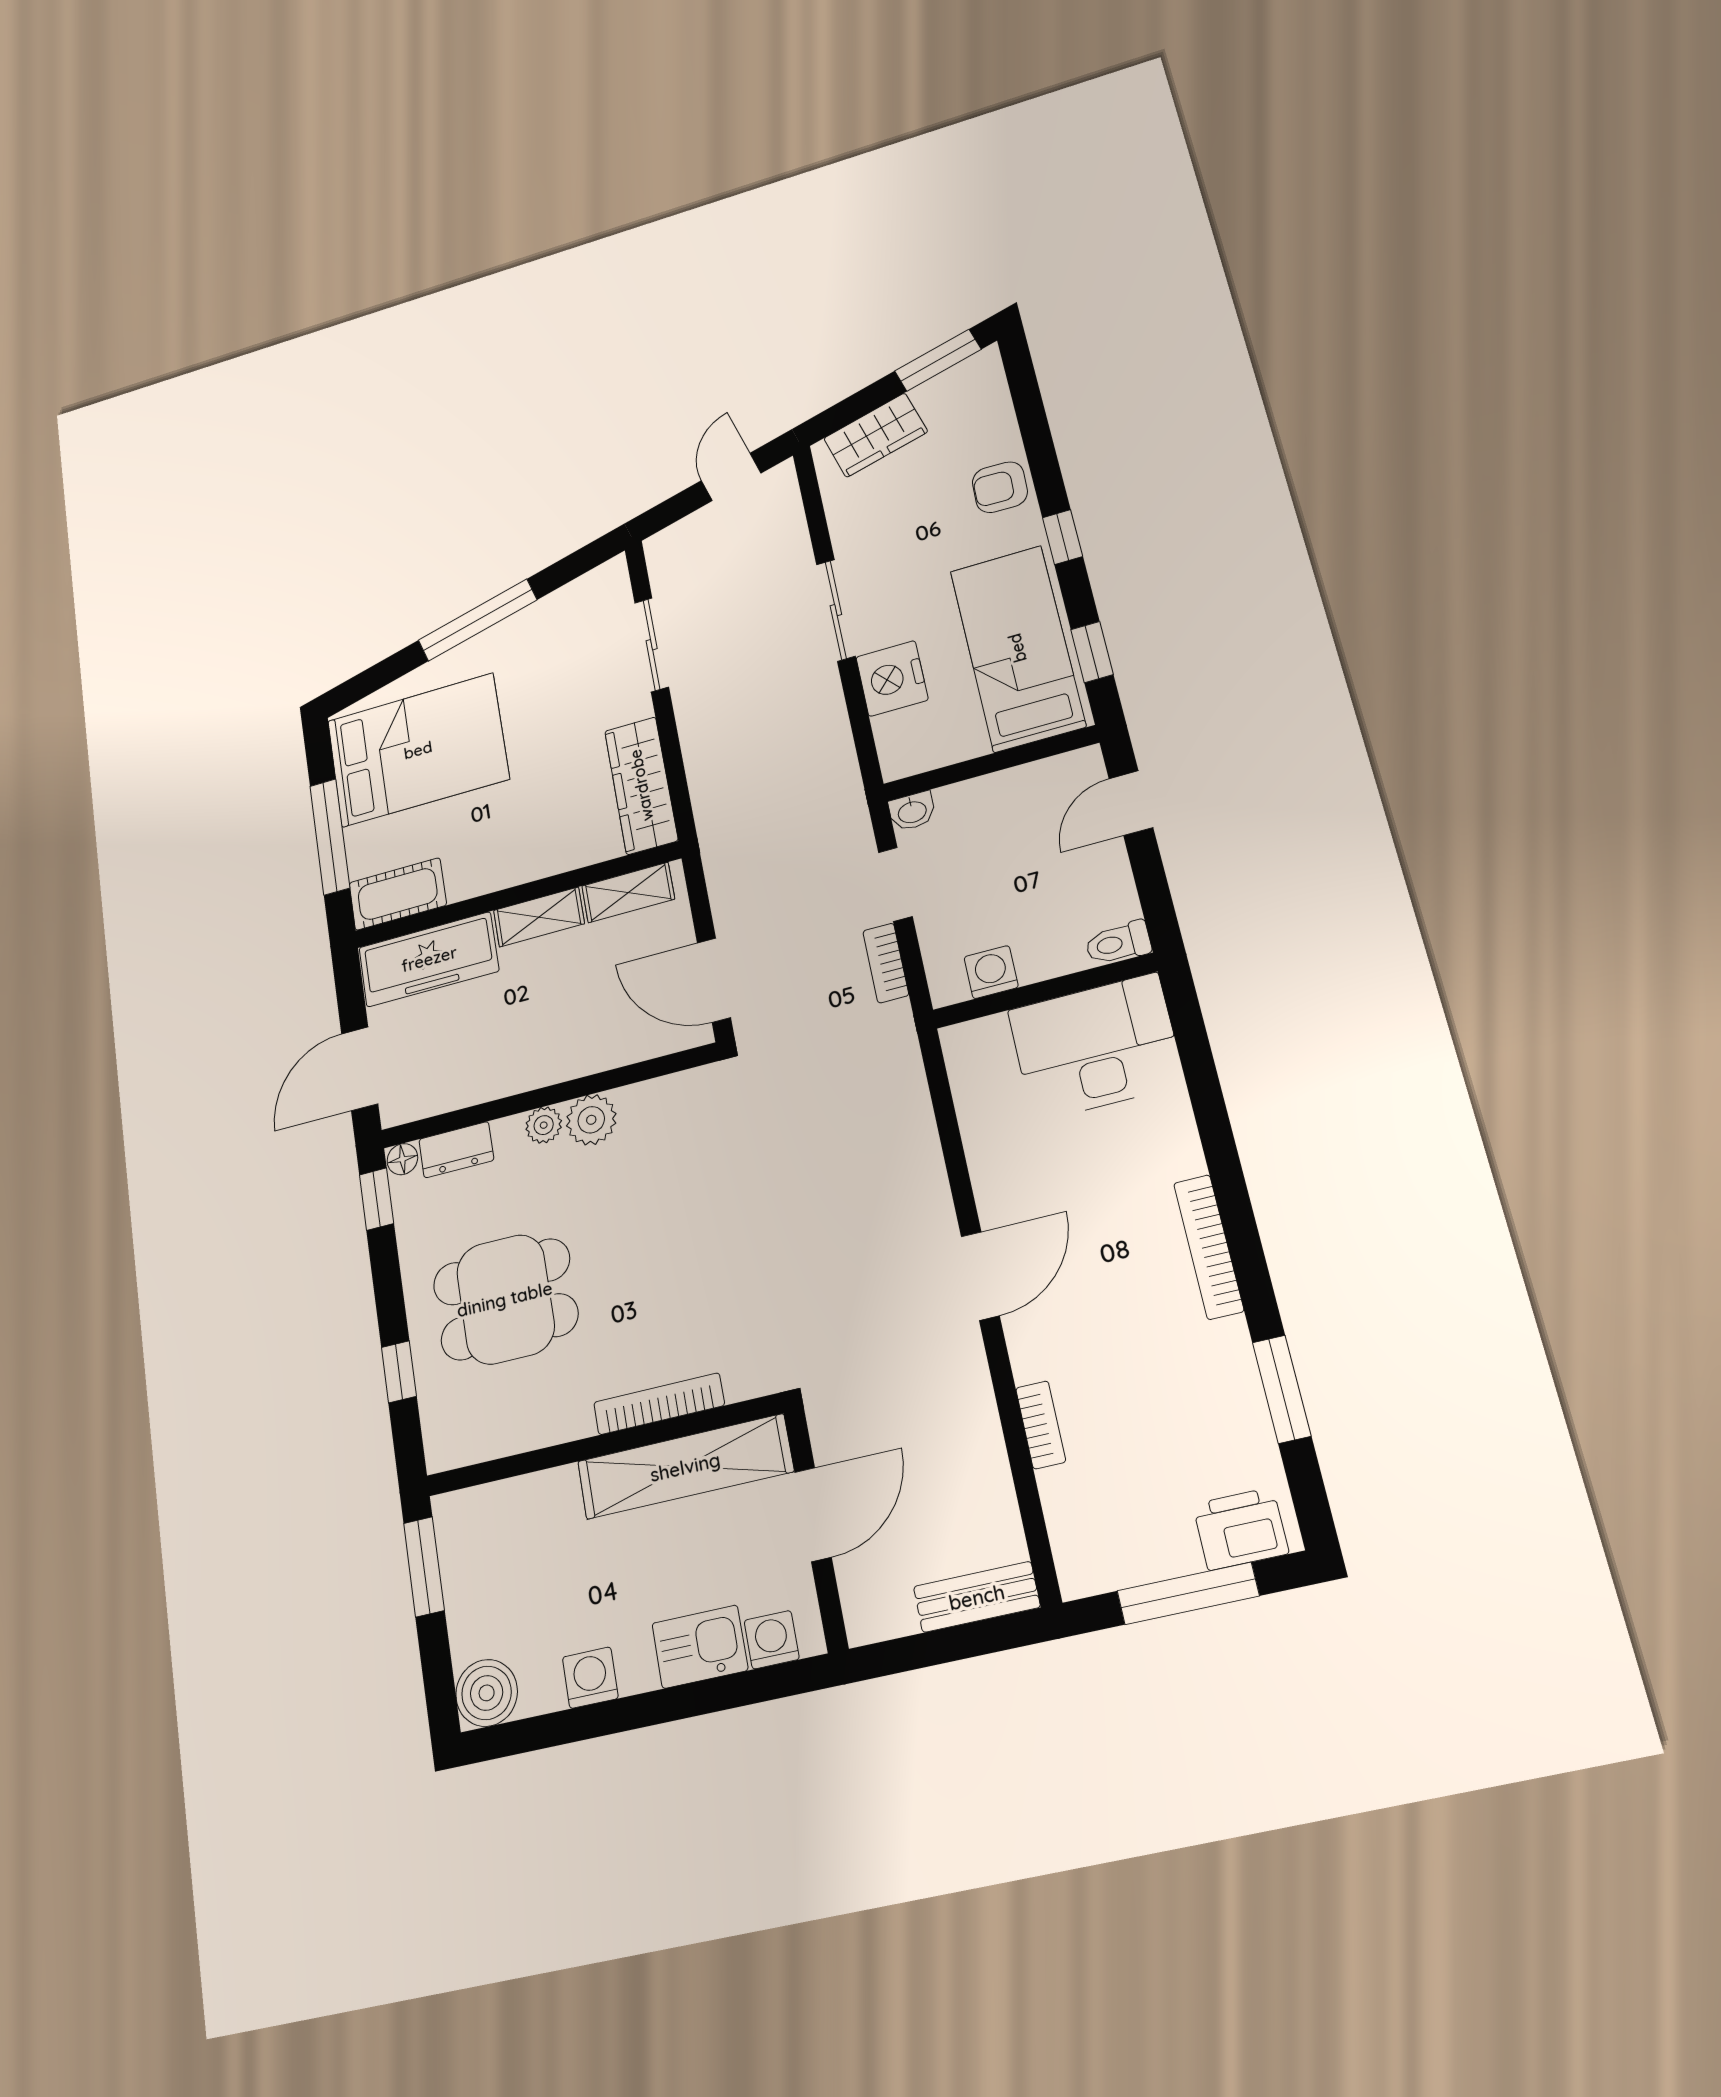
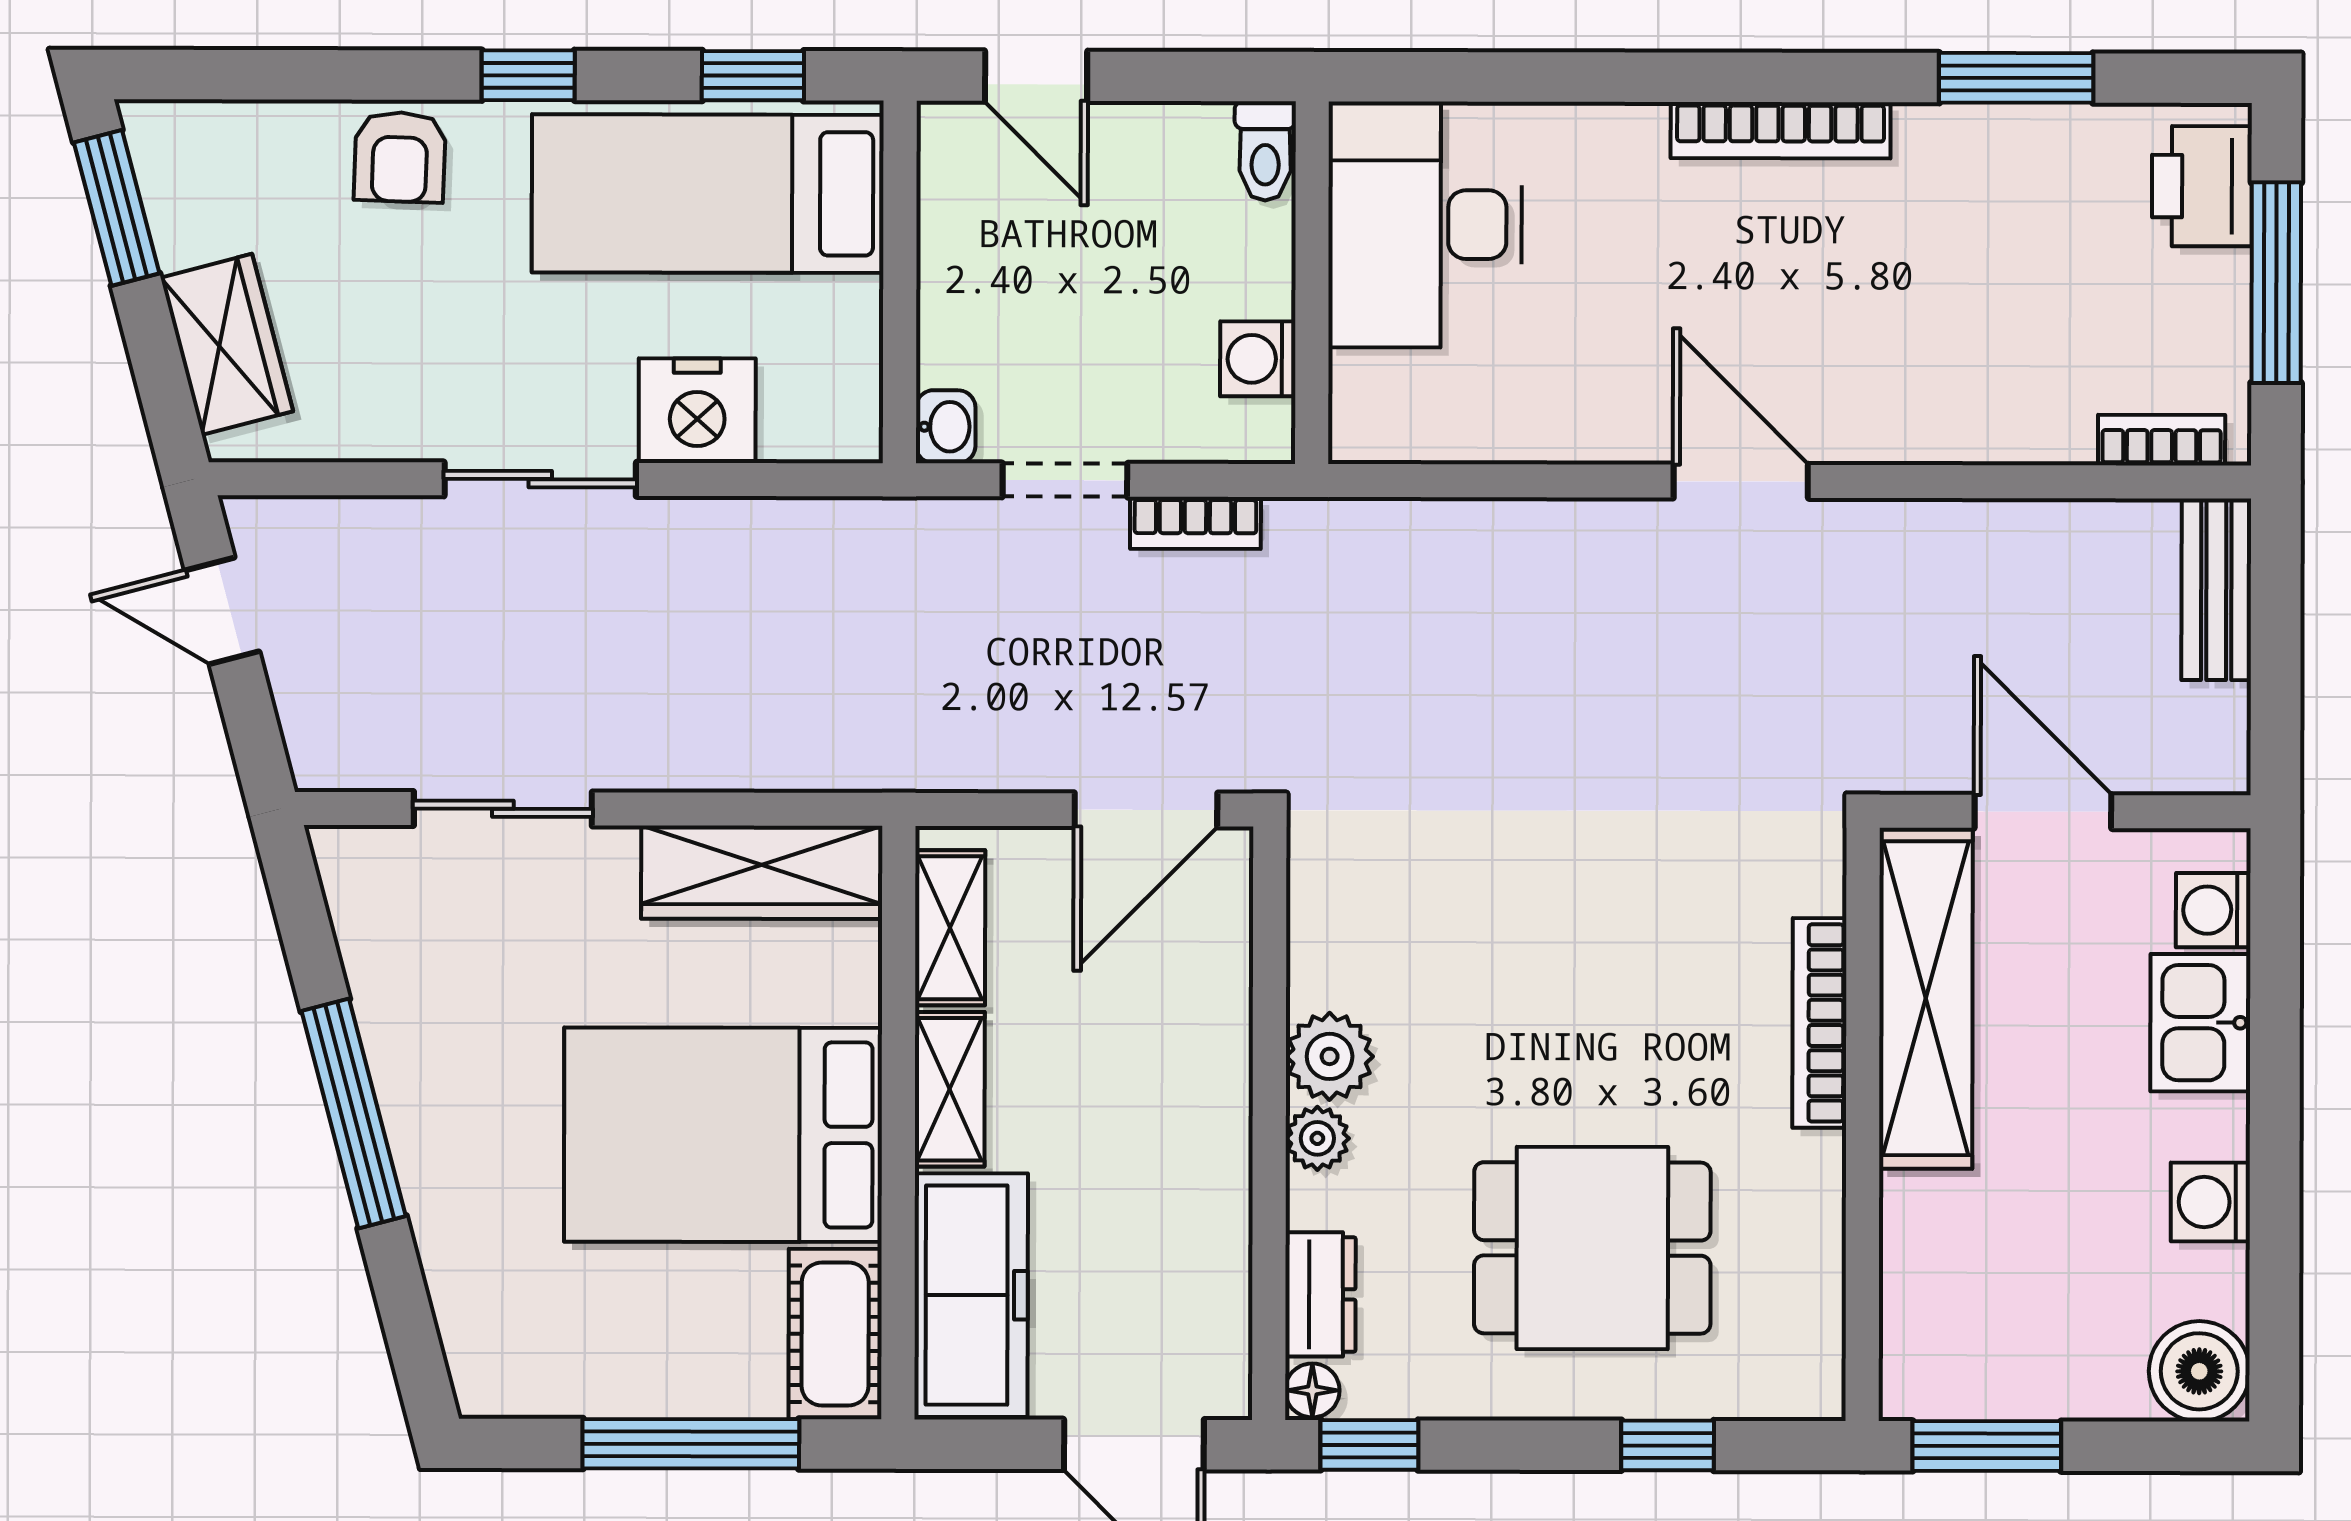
bed: (418, 750) -> (723, 1135), moved, turned -90
dining table: (505, 1299) -> (1592, 1248), turned 90
bookcase: (1041, 1425) -> (2162, 440), moved

